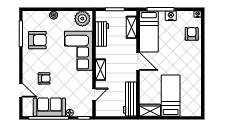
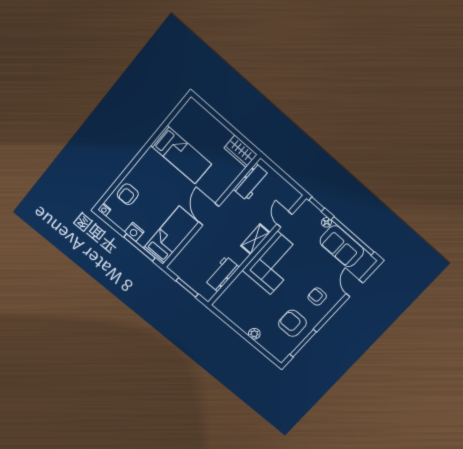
plant: (82, 19) -> (228, 306), removed
shelving: (131, 27) -> (186, 255), removed
corner sofa: (79, 51) -> (274, 263), moved
armchair: (44, 78) -> (317, 297), moved
door: (94, 94) -> (285, 219), hinge flipped
bed: (171, 96) -> (181, 155), moved, turned -90
workbench: (130, 99) -> (251, 182), width x0.73

